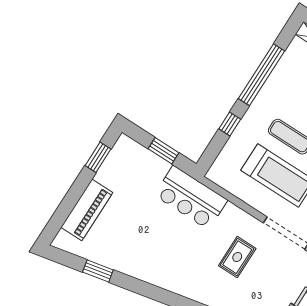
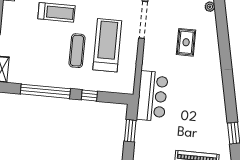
rug: (237, 257) -> (186, 42), moved, turned 90

